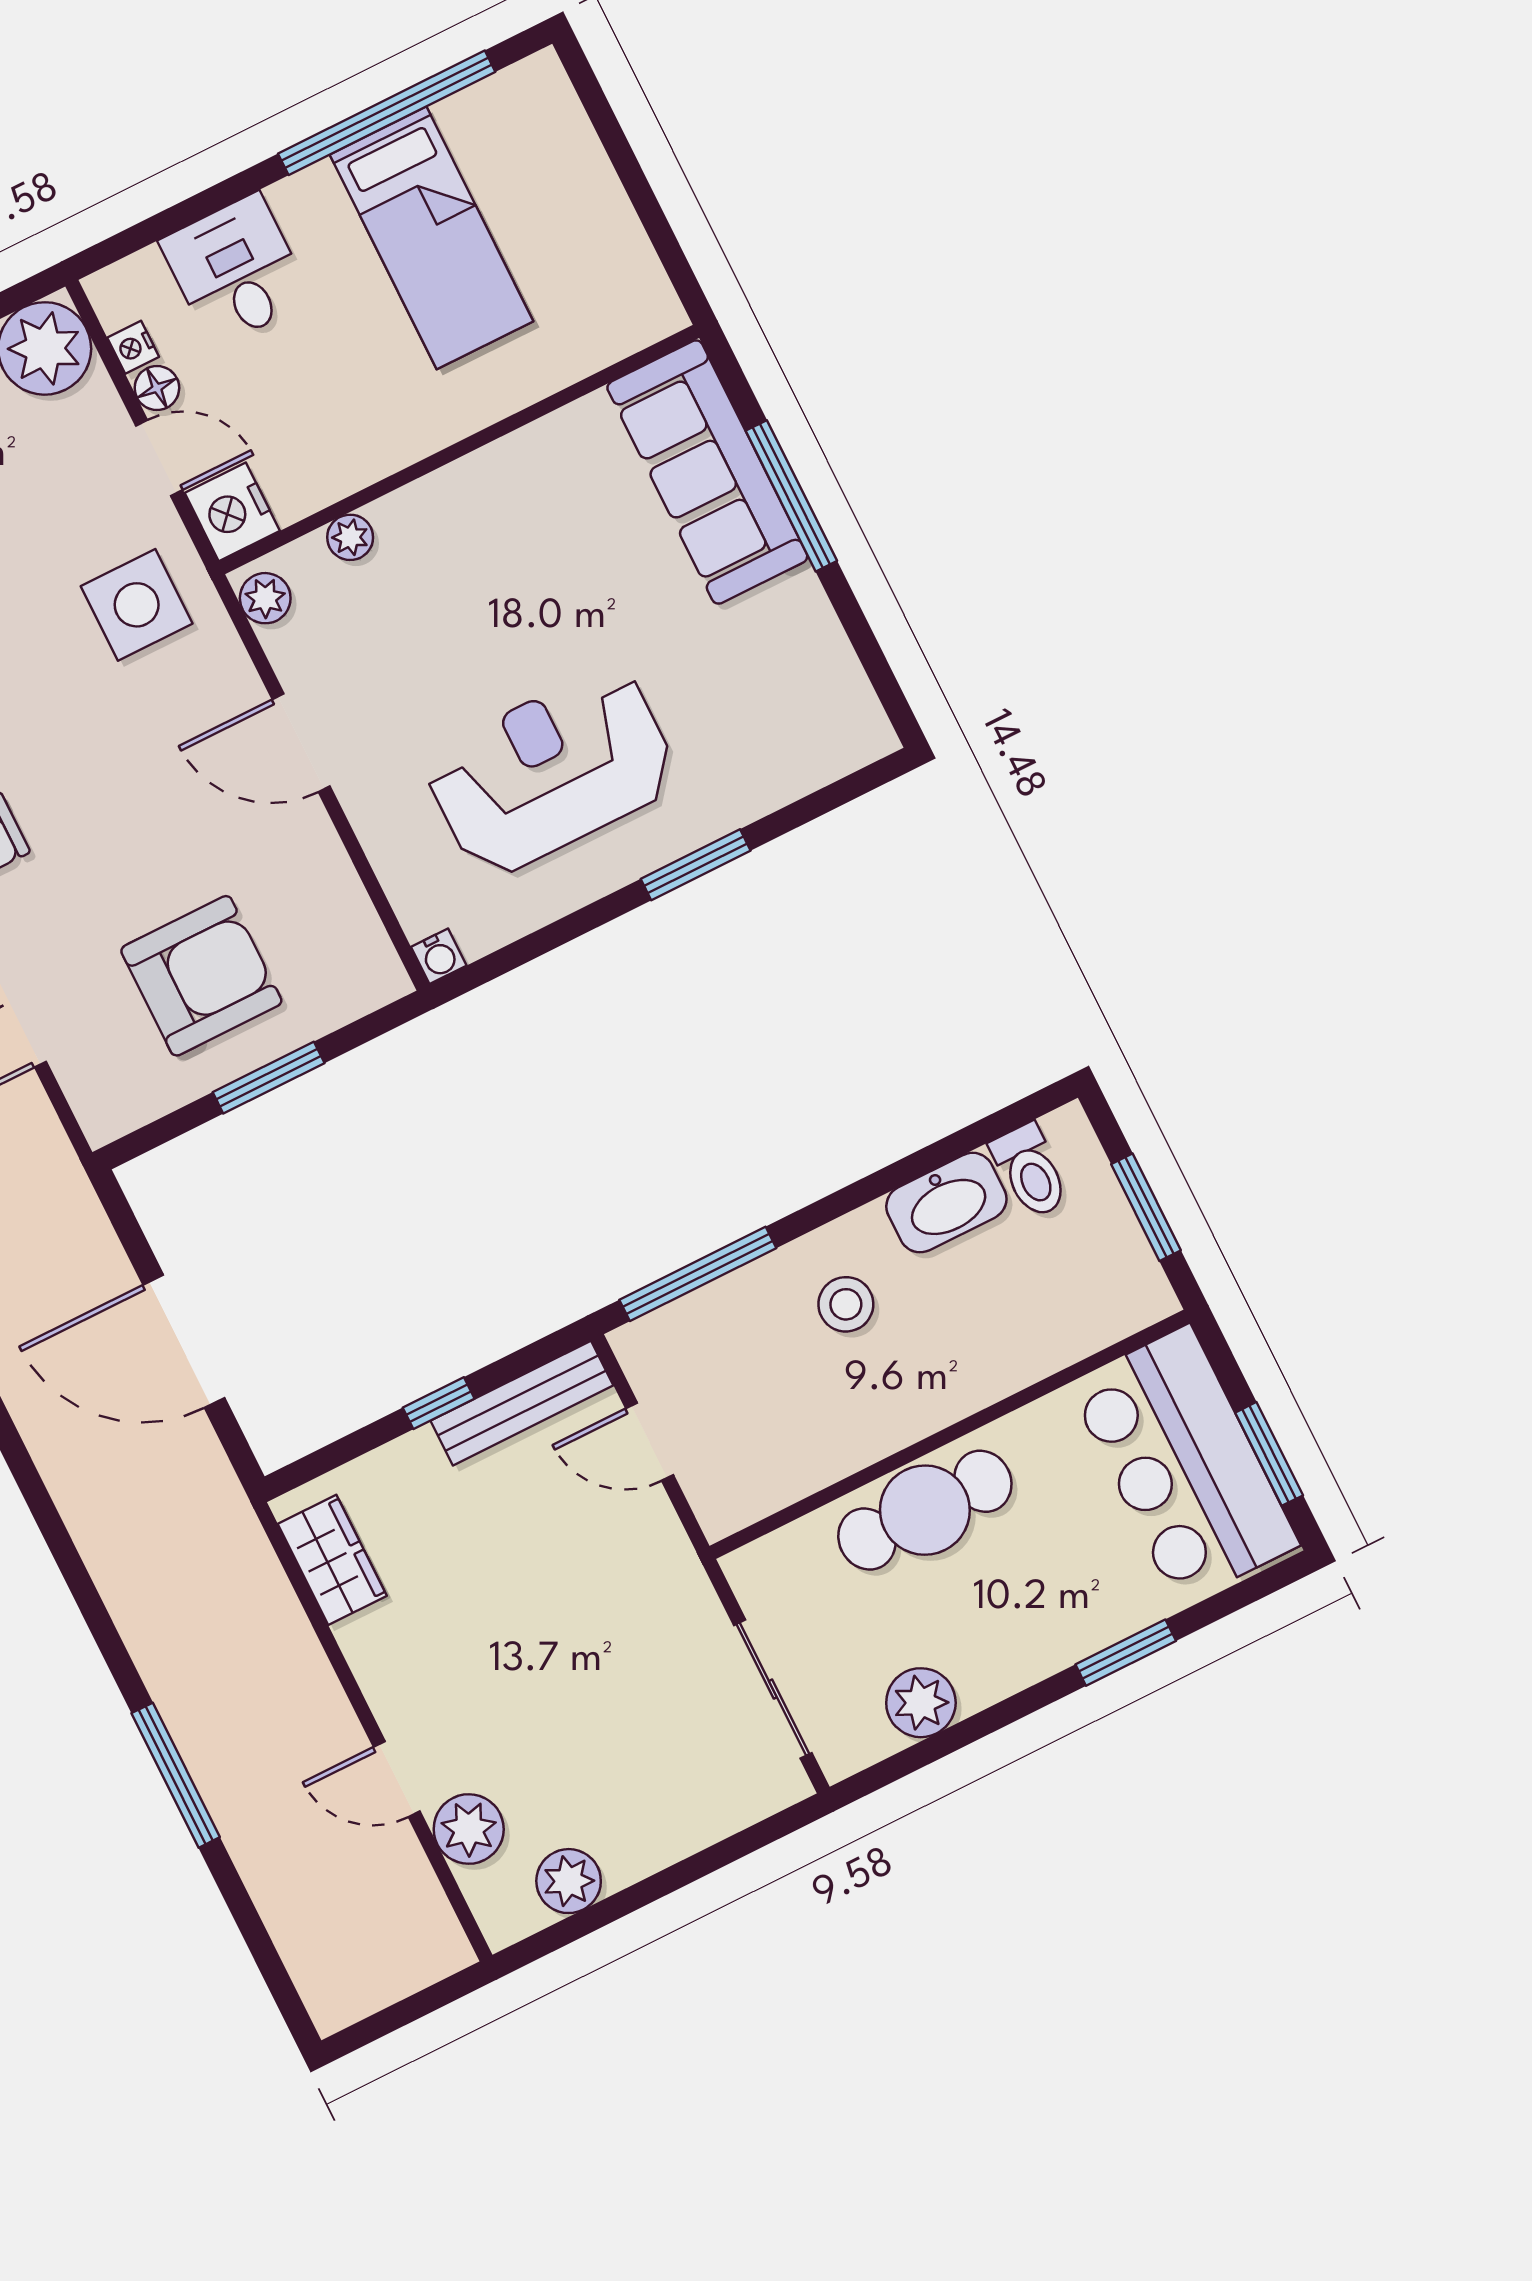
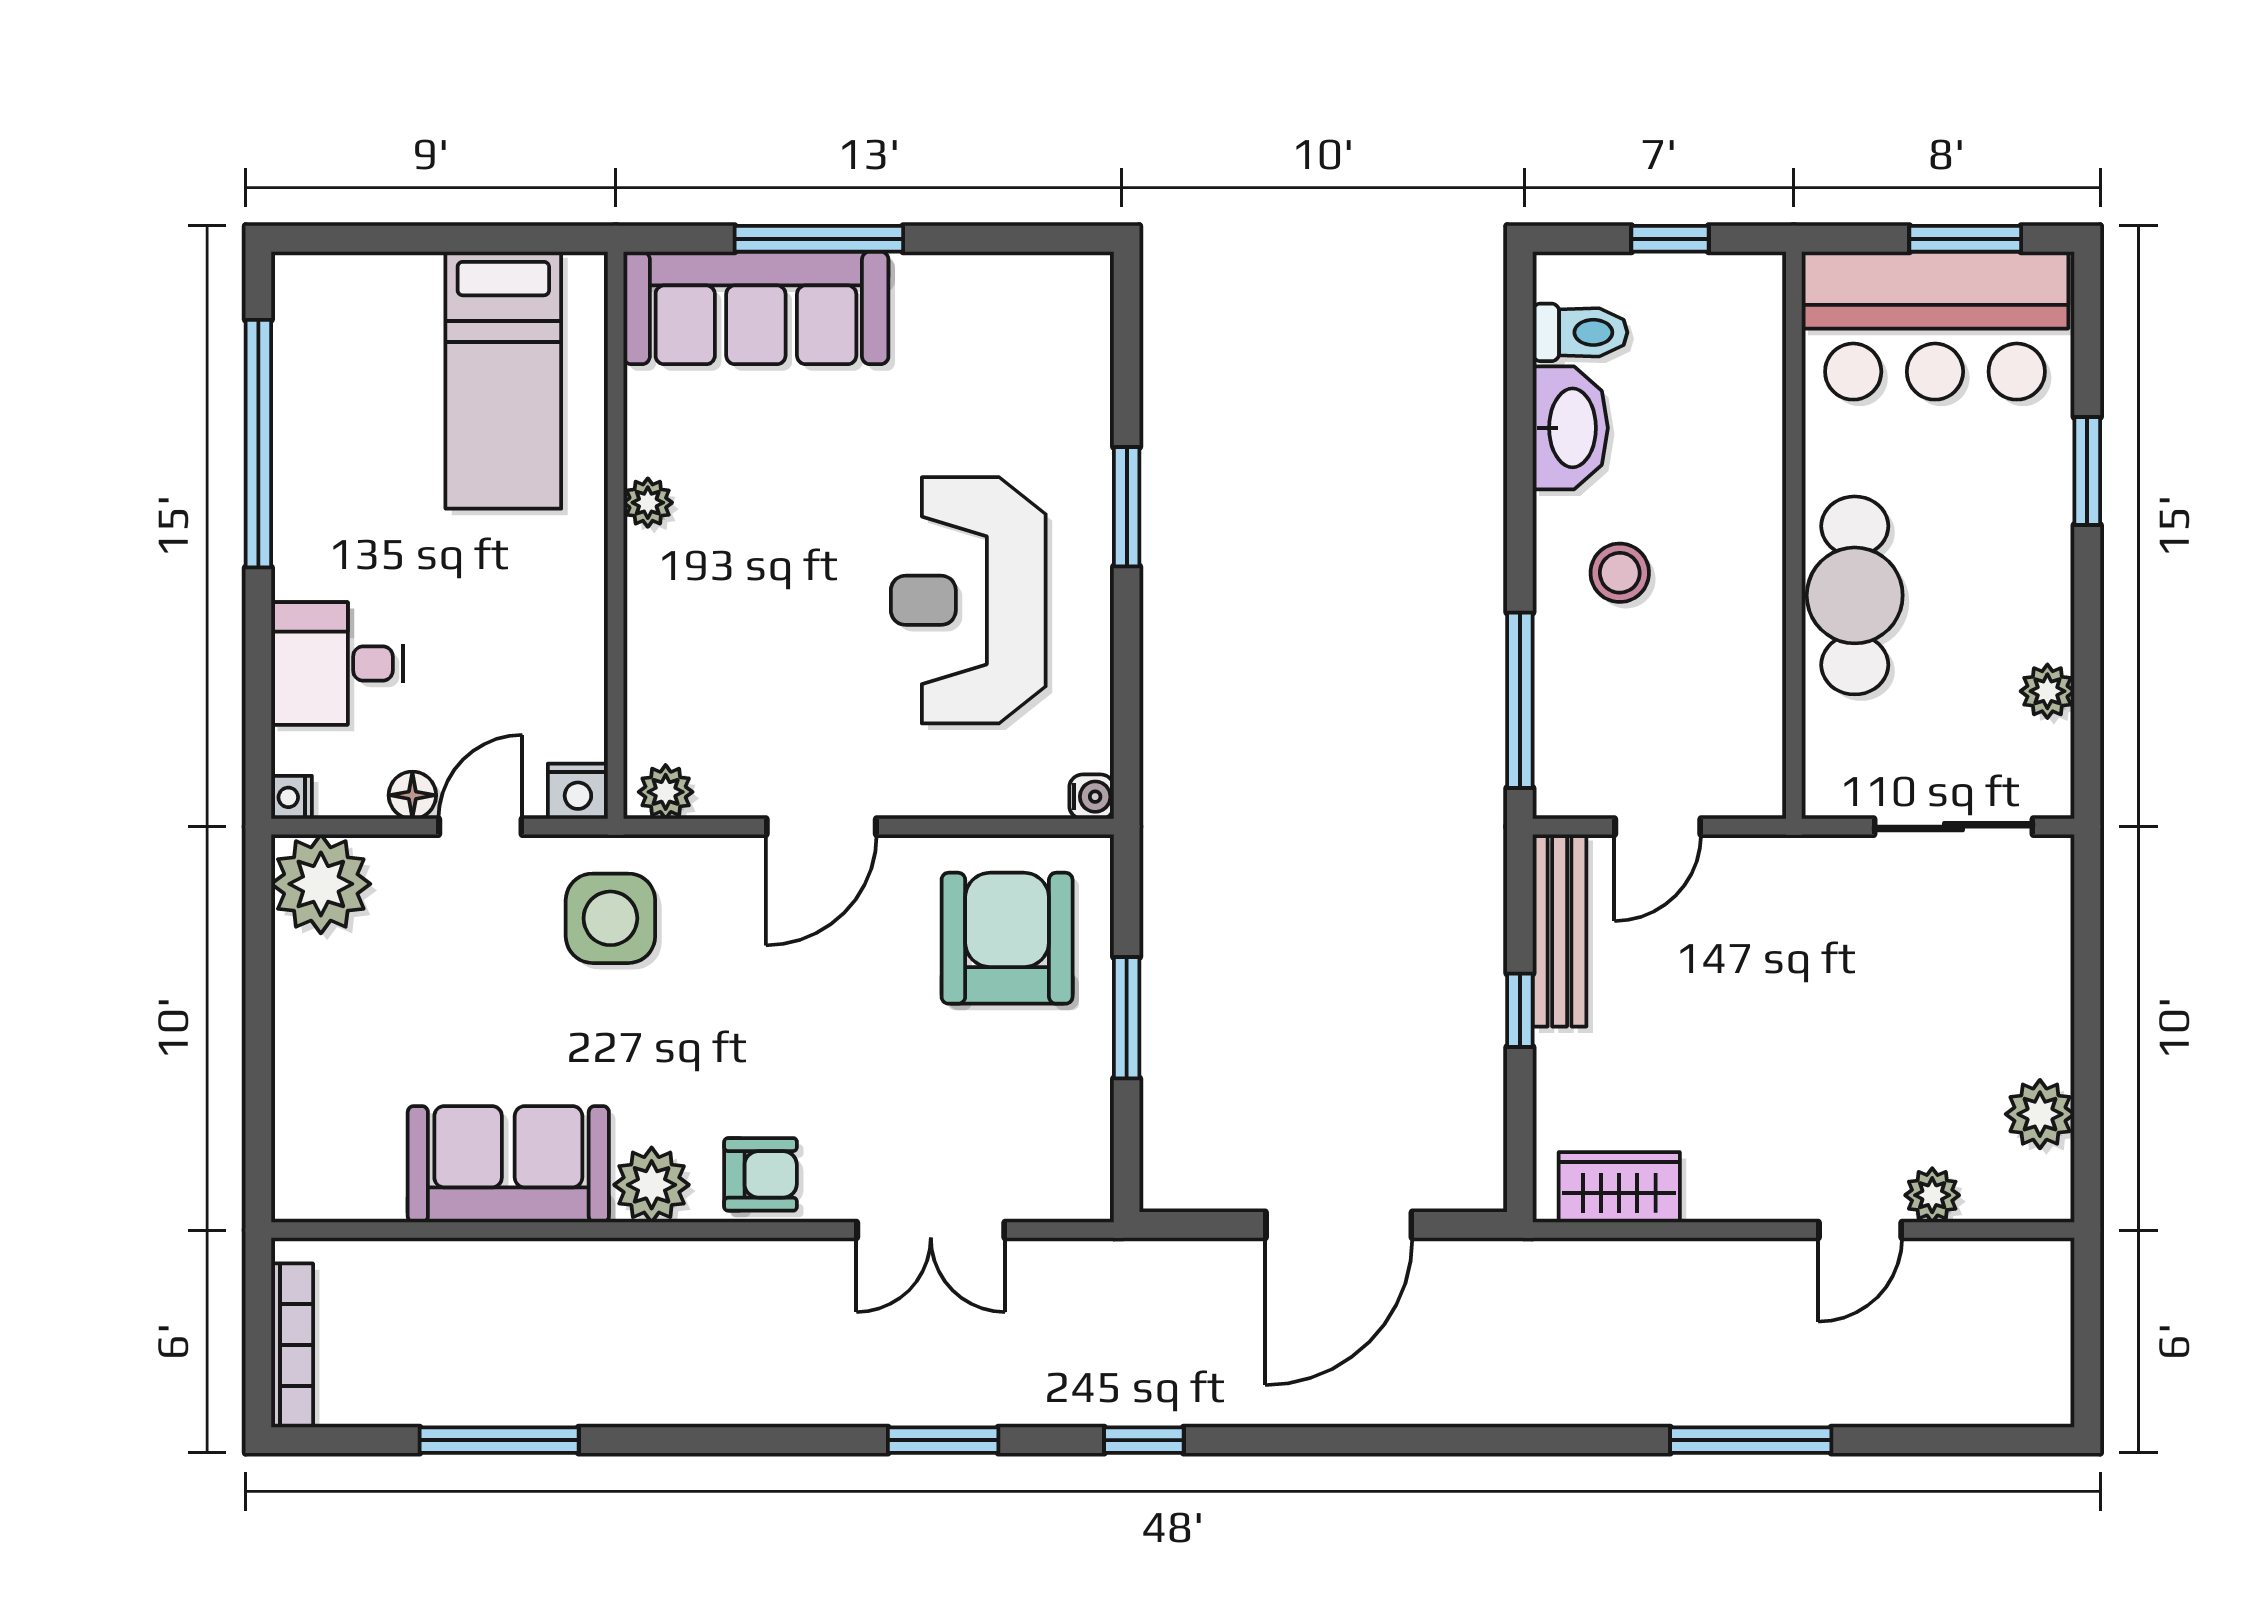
bed: (431, 238) -> (503, 380), moved, turned 90
nightstand: (133, 347) -> (292, 797), moved, turned 90
nightstand: (232, 512) -> (578, 791), width x0.74, depth x0.75
plant: (350, 537) -> (648, 503), moved
armchair: (201, 976) -> (1007, 938), moved
window: (1146, 1207) -> (1670, 239), width x0.67
plant: (921, 1703) -> (2047, 691), width x0.73, depth x0.73
plant: (469, 1829) -> (1932, 1195), width x0.73, depth x0.73

